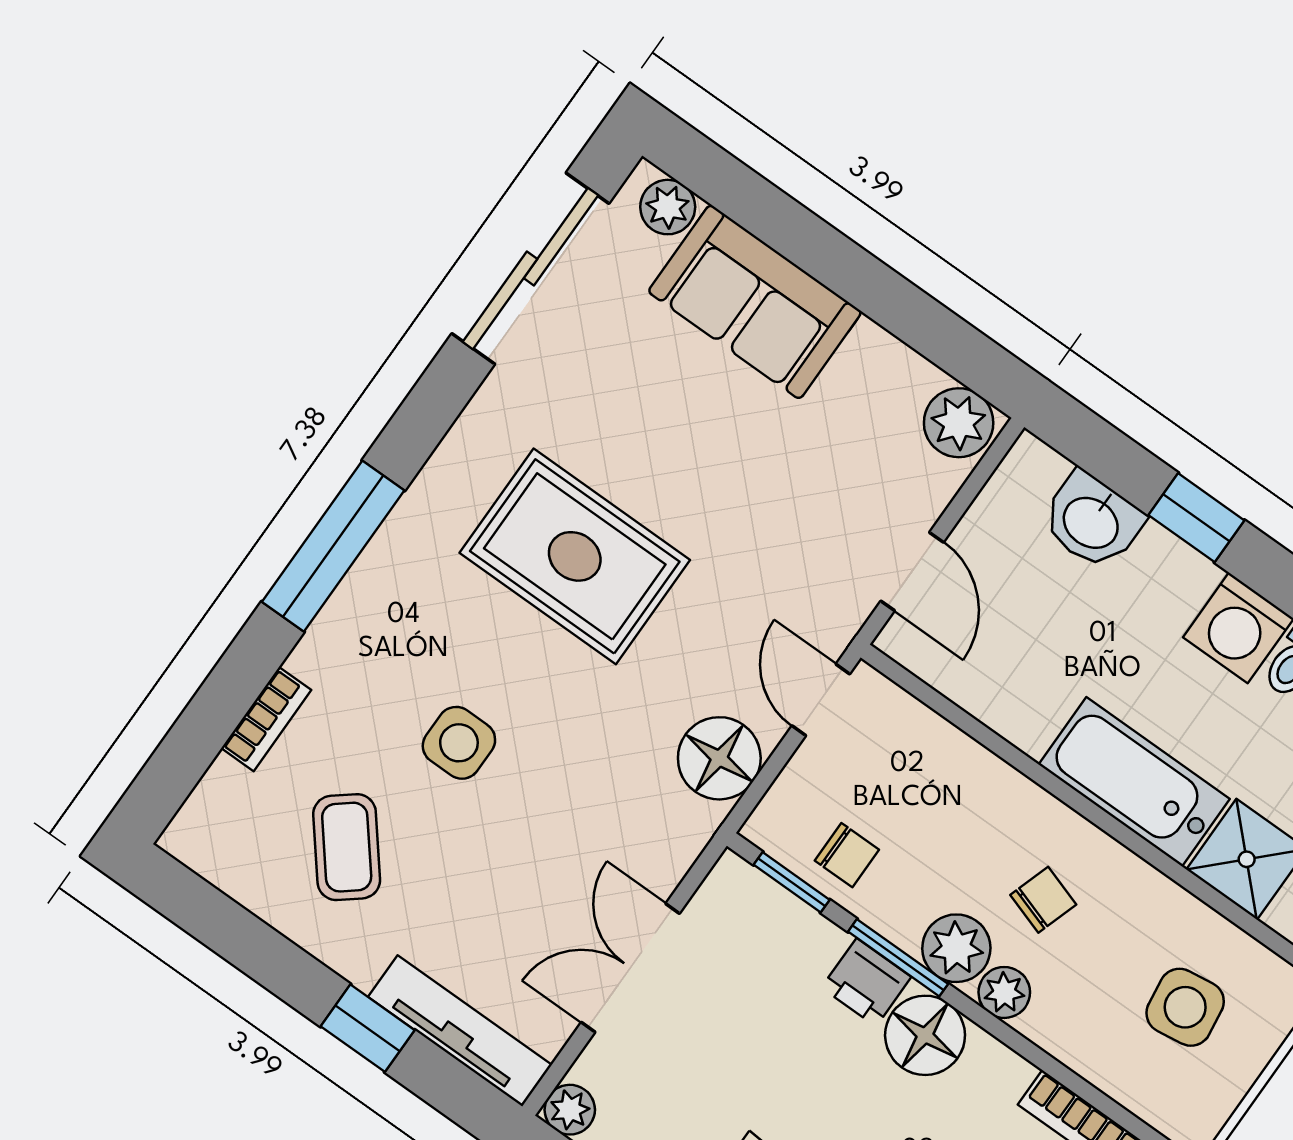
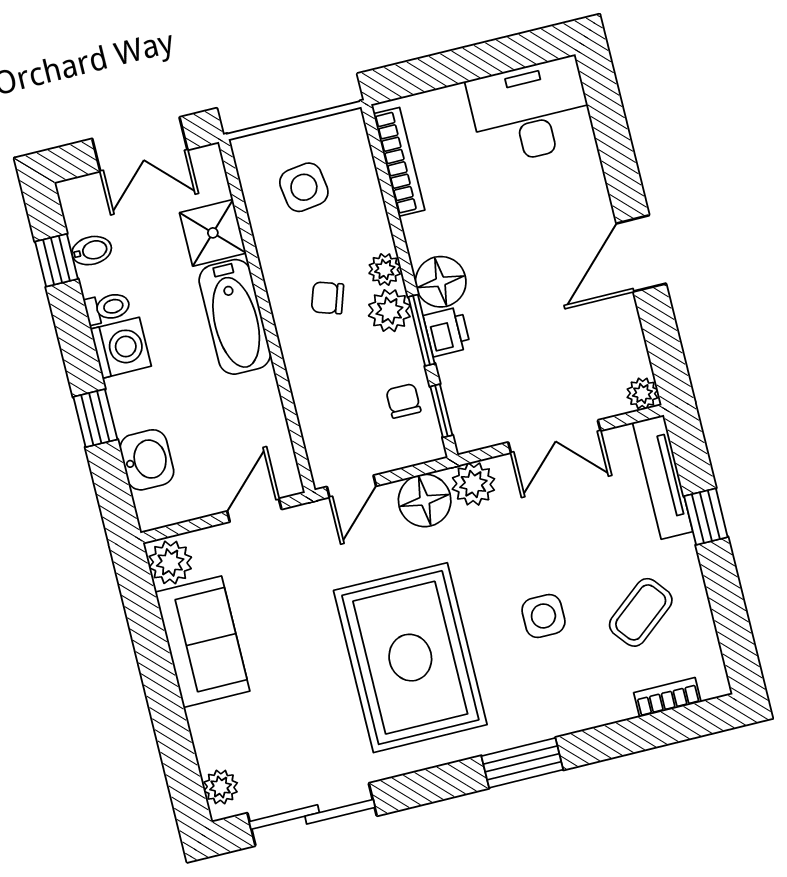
sofa: (755, 302) -> (202, 642), moved
window: (333, 546) -> (522, 763), width x0.69
rug: (575, 556) -> (410, 658), width x1.37, depth x1.44
bookcase: (266, 719) -> (667, 697), moved
plant: (678, 828) -> (473, 484), added

